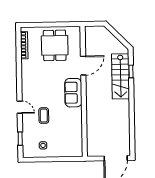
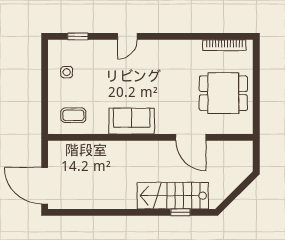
sofa: (73, 93) -> (132, 121), moved
coffee table: (44, 116) -> (73, 115), moved

